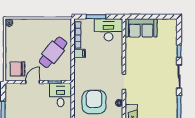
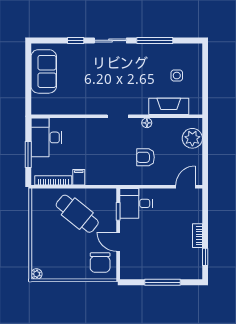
sofa: (141, 28) -> (44, 71), moved
armchair: (94, 102) -> (145, 157), width x0.53, depth x0.53

